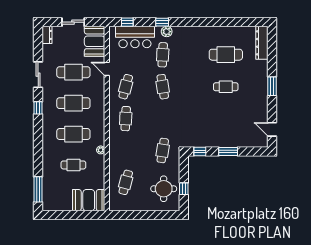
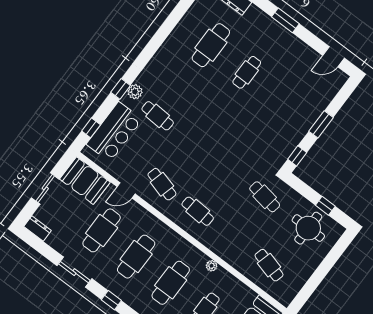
cafe table: (163, 87) -> (193, 143), removed

